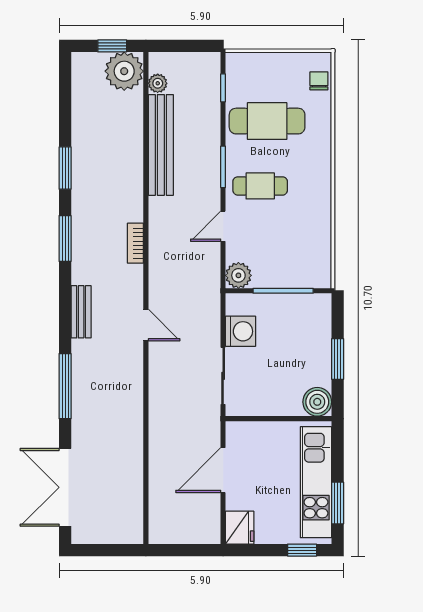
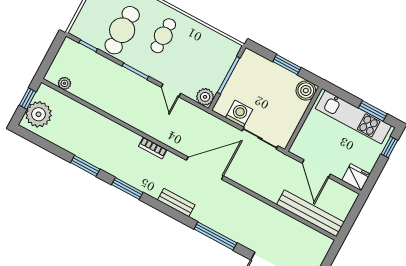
plant: (124, 71) -> (39, 114), moved
bench: (161, 145) -> (310, 213), moved
cafe table: (260, 186) -> (163, 36), moved
door: (146, 325) -> (205, 168), width x1.87

